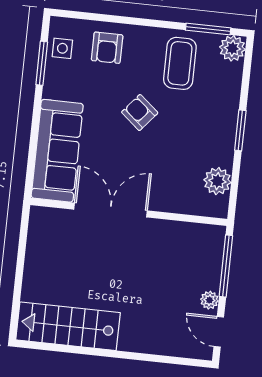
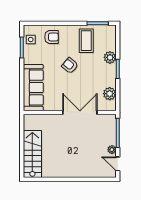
armchair: (107, 48) -> (52, 37), turned -90
plant: (232, 48) -> (110, 57), moved
double door: (111, 210) -> (80, 112), moved
stairs: (68, 326) -> (32, 154), moved, turned 90

